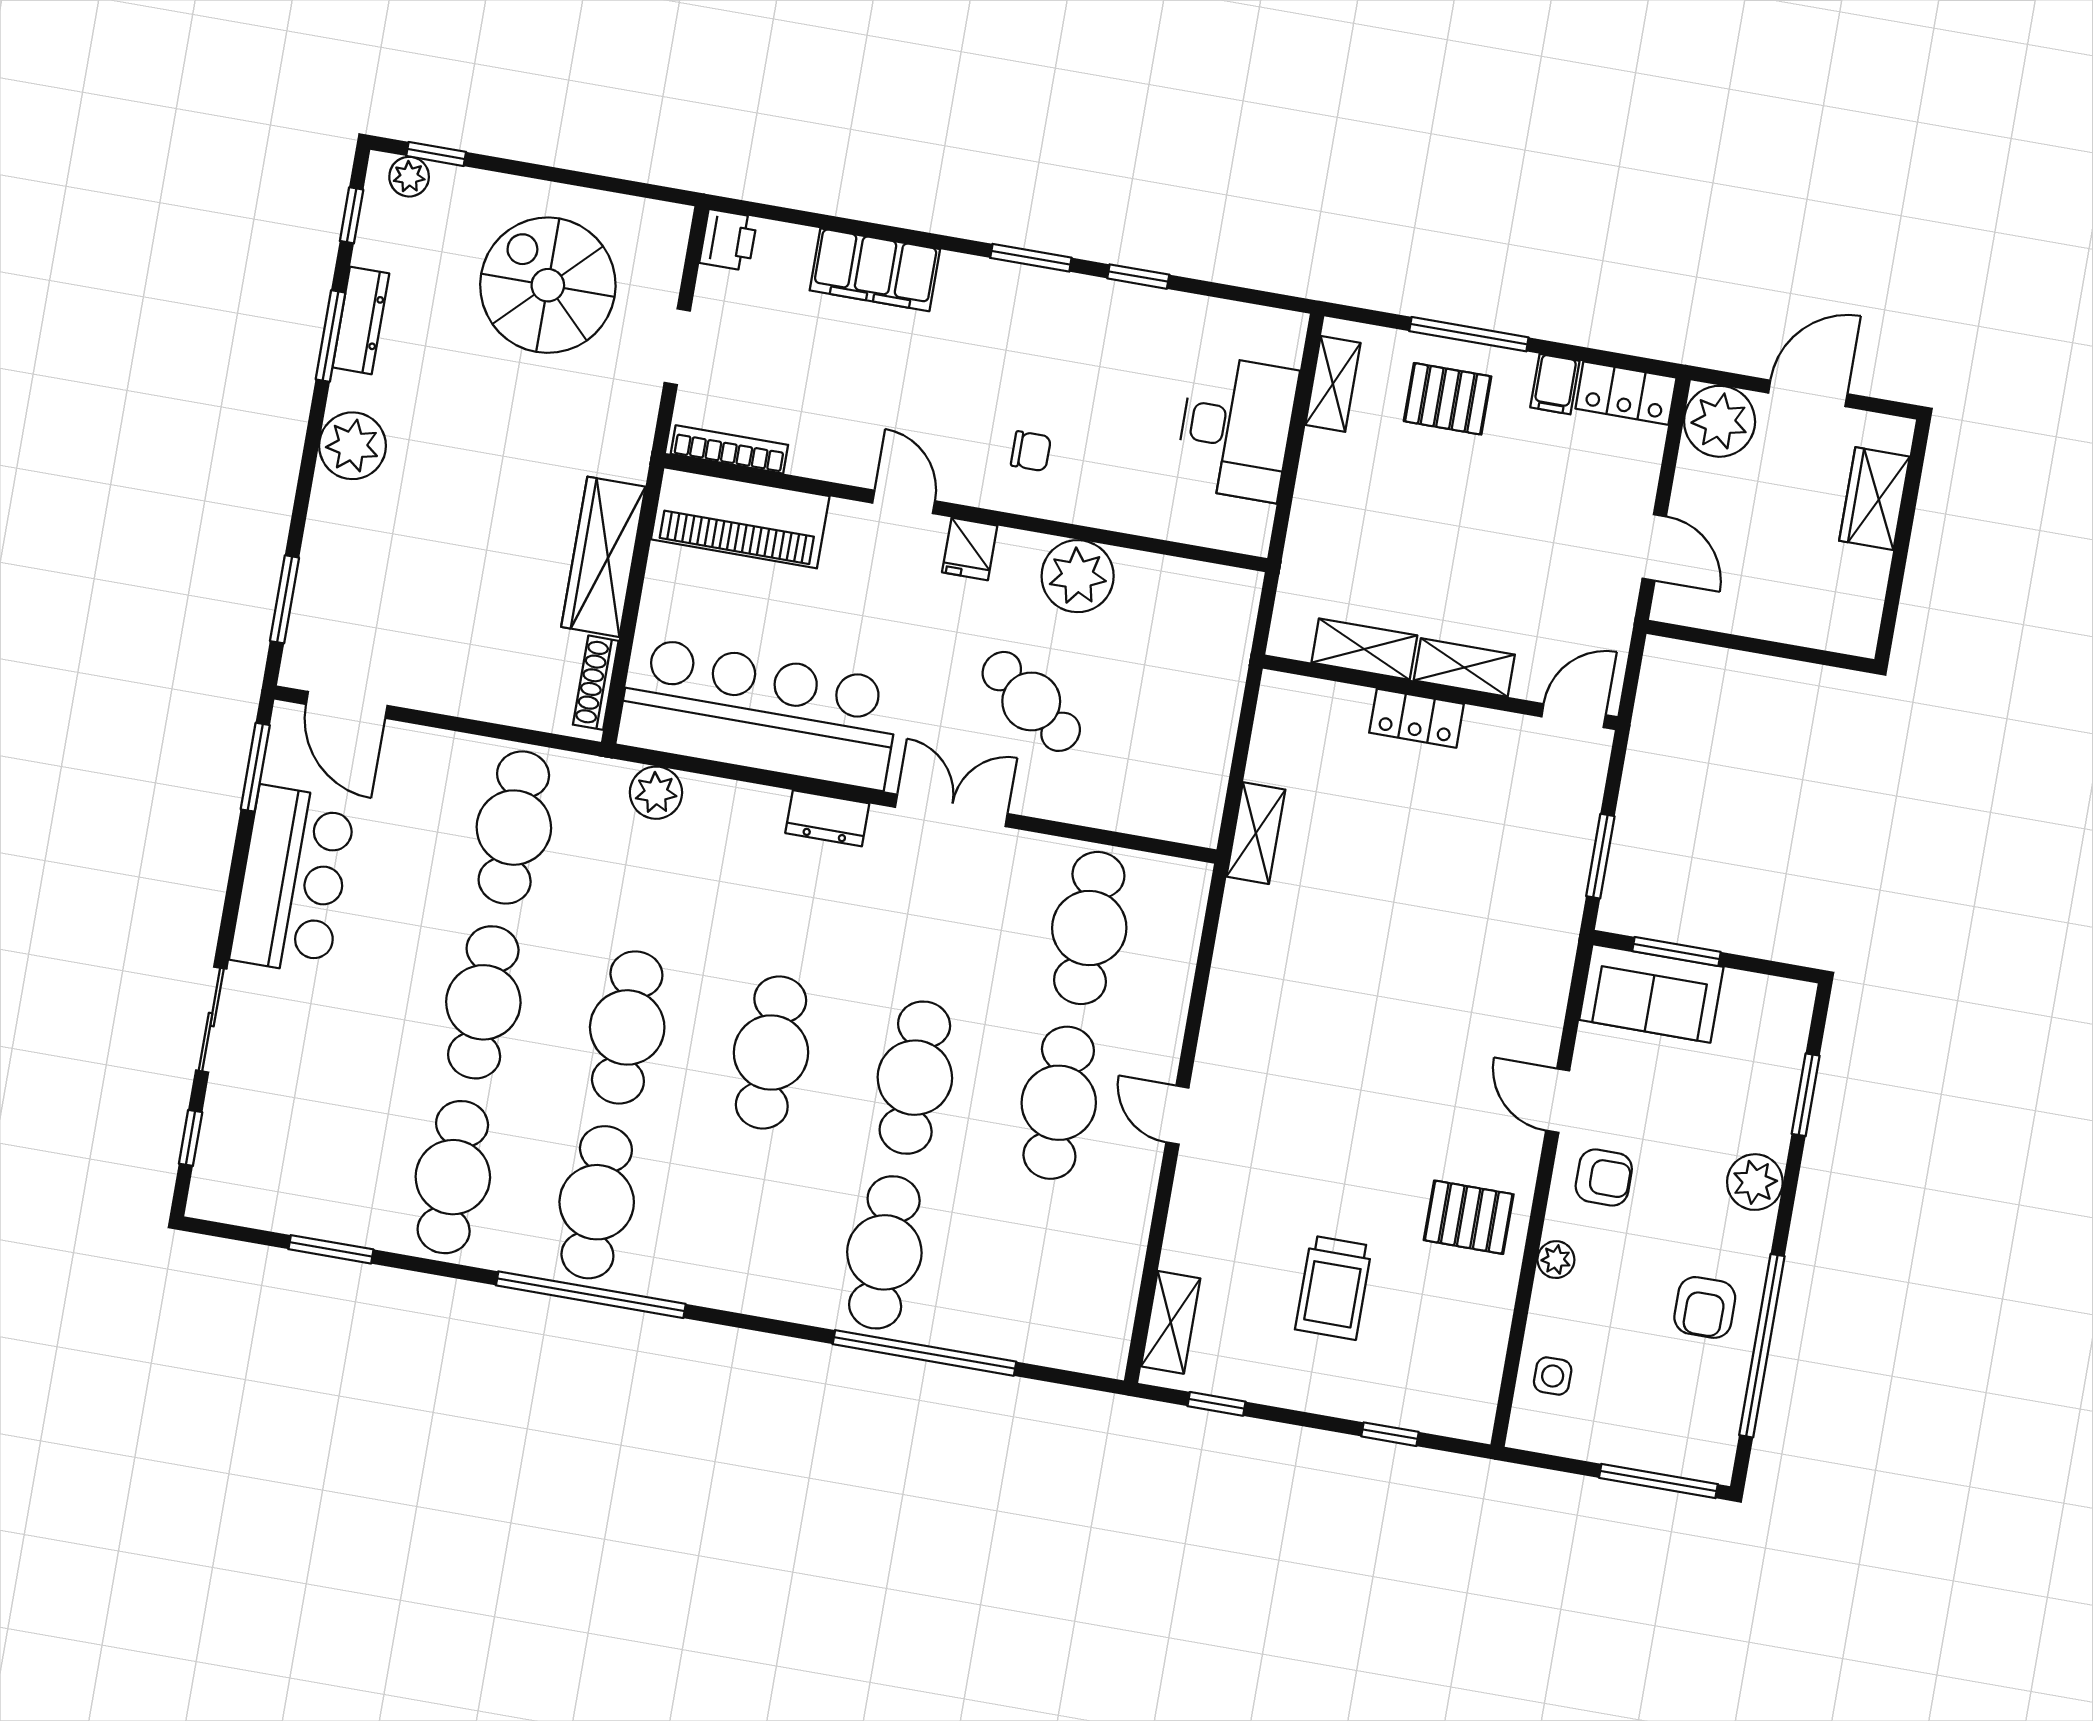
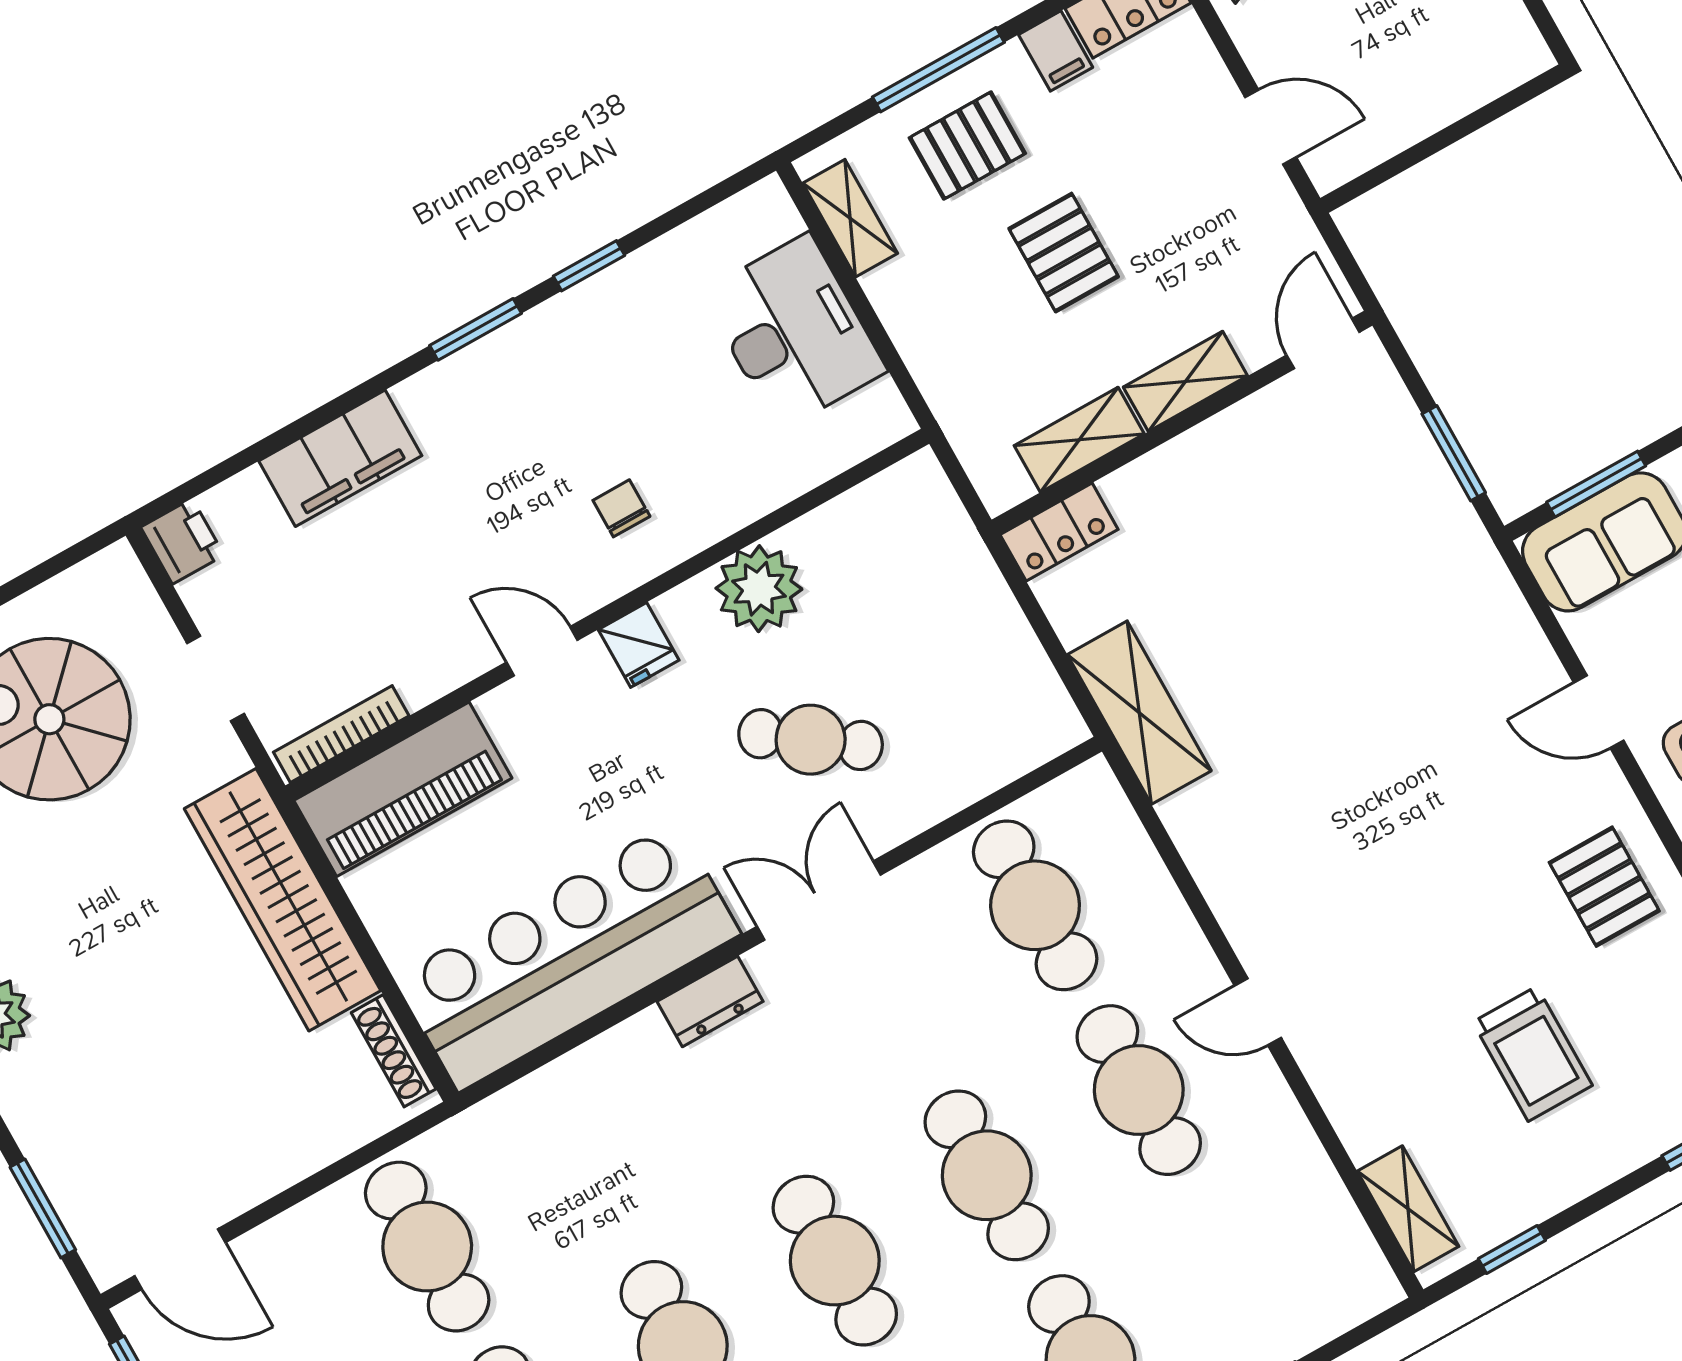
chair: (1031, 451) -> (621, 508), turned -90
pallet: (1453, 519) -> (1064, 253), added
wardrobe: (603, 557) -> (283, 900), width x1.40, depth x1.17
locker: (1417, 718) -> (1059, 532), moved
plant: (656, 793) -> (532, 1107), removed
shelving: (1256, 833) -> (1139, 713), width x1.50, depth x1.33
pallet: (1469, 1217) -> (1604, 887), turned 90

